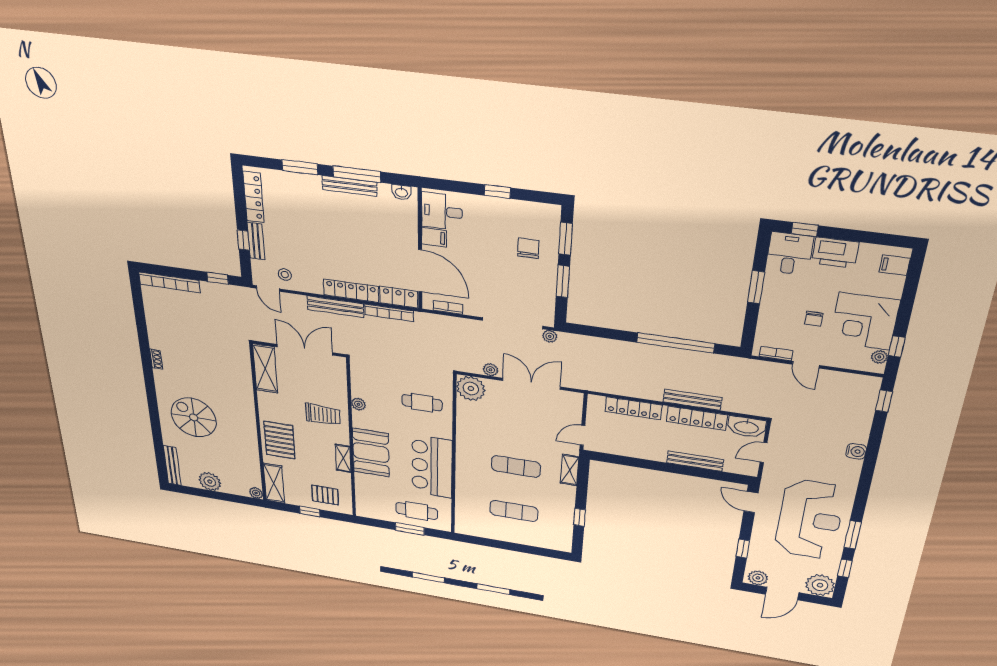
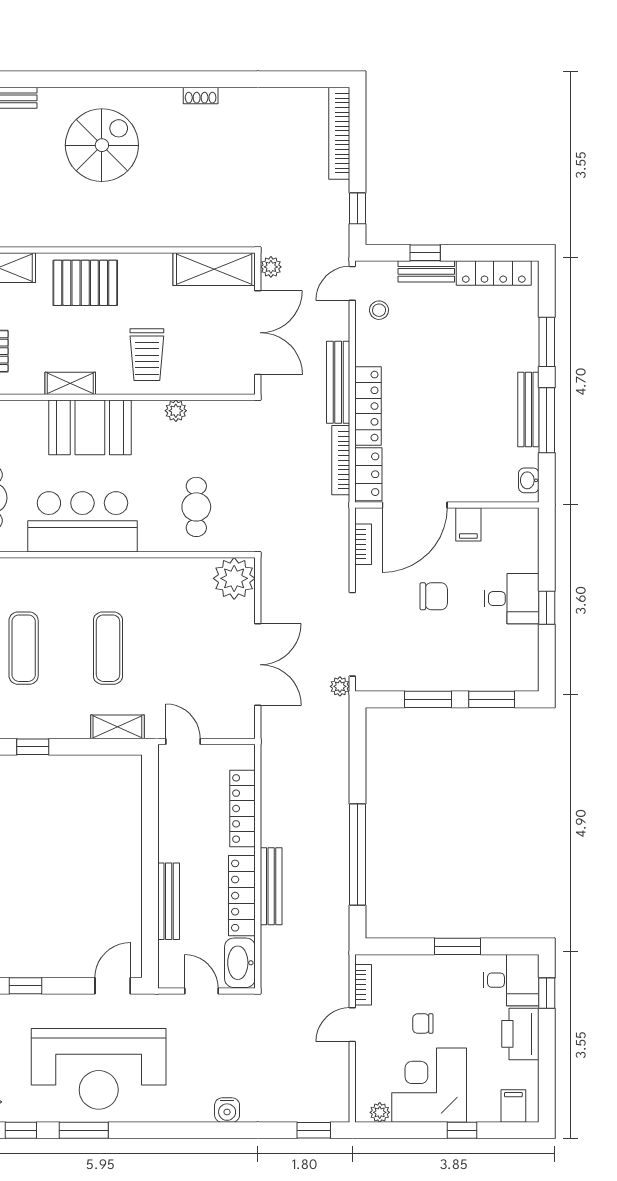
desk: (442, 211) -> (512, 599), moved, turned 90
chair: (528, 248) -> (434, 596), moved
window: (897, 347) -> (462, 1130), moved
plant: (491, 370) -> (271, 267), moved

